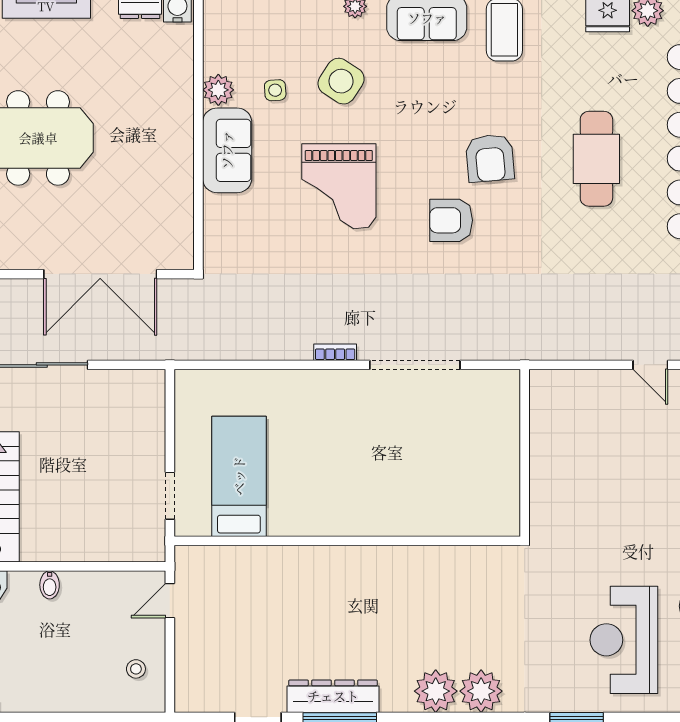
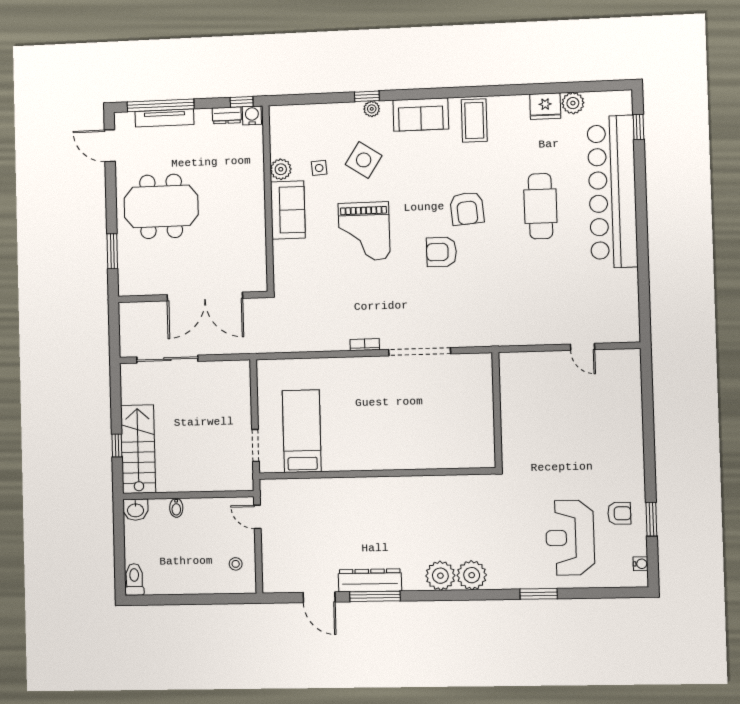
door: (170, 601) -> (257, 517), hinge flipped

